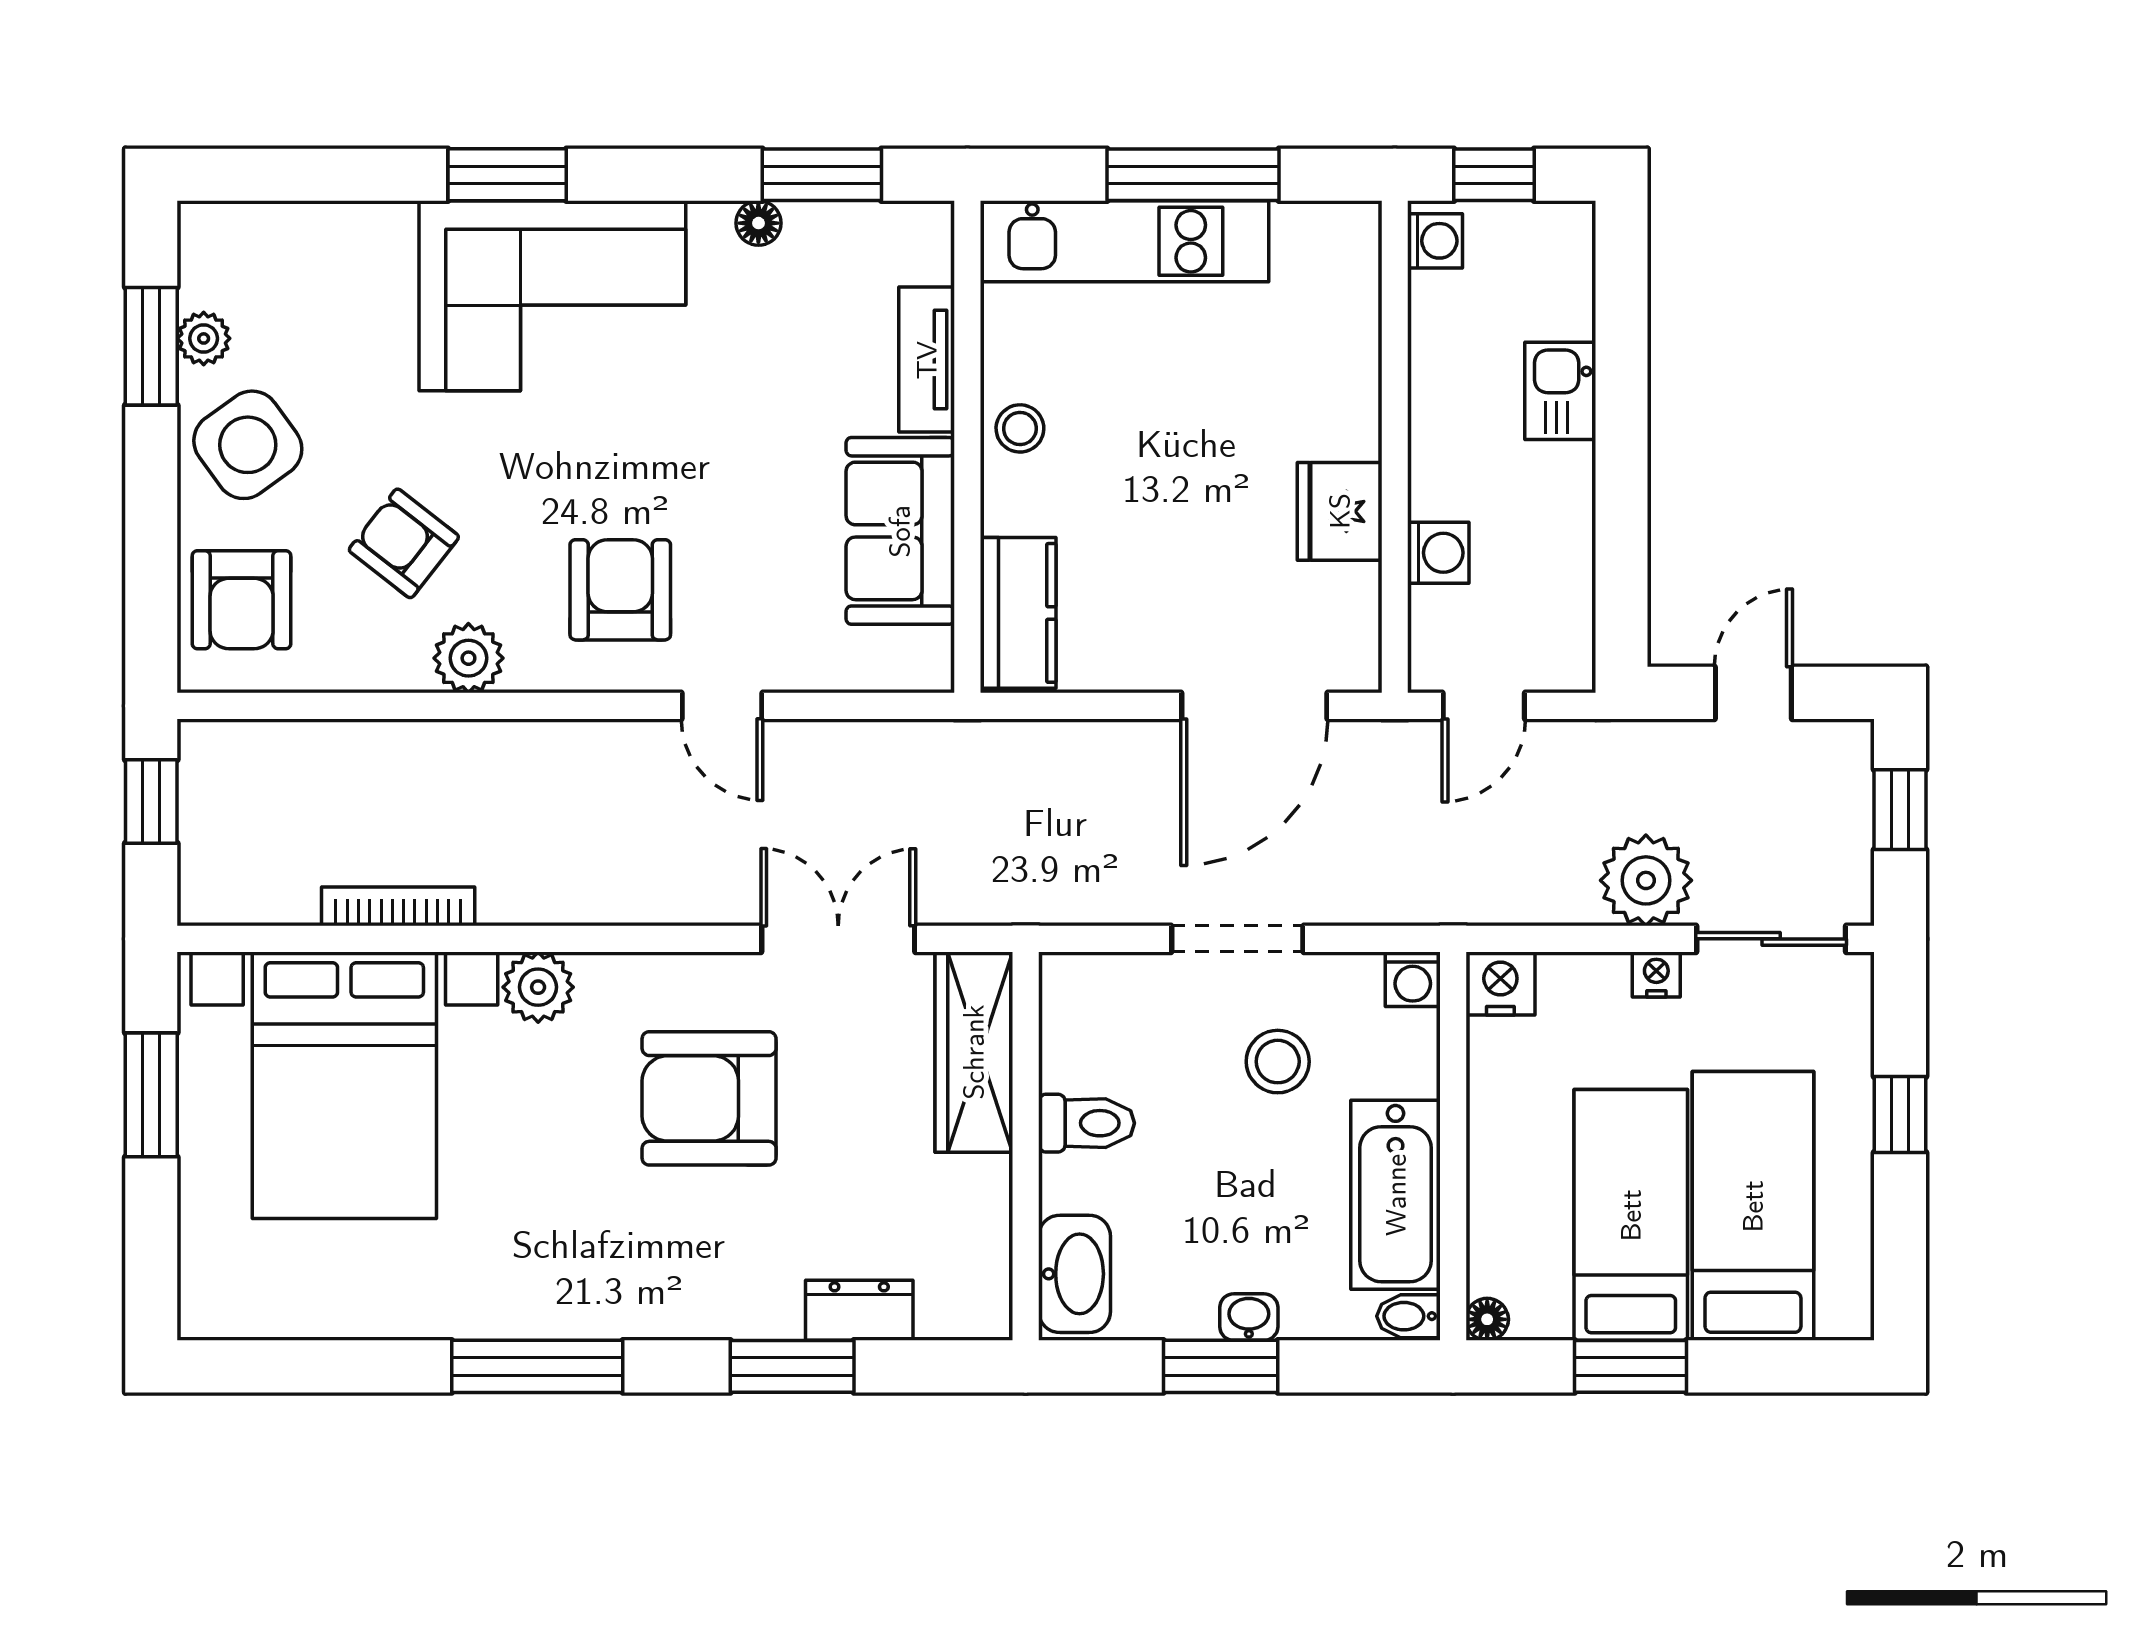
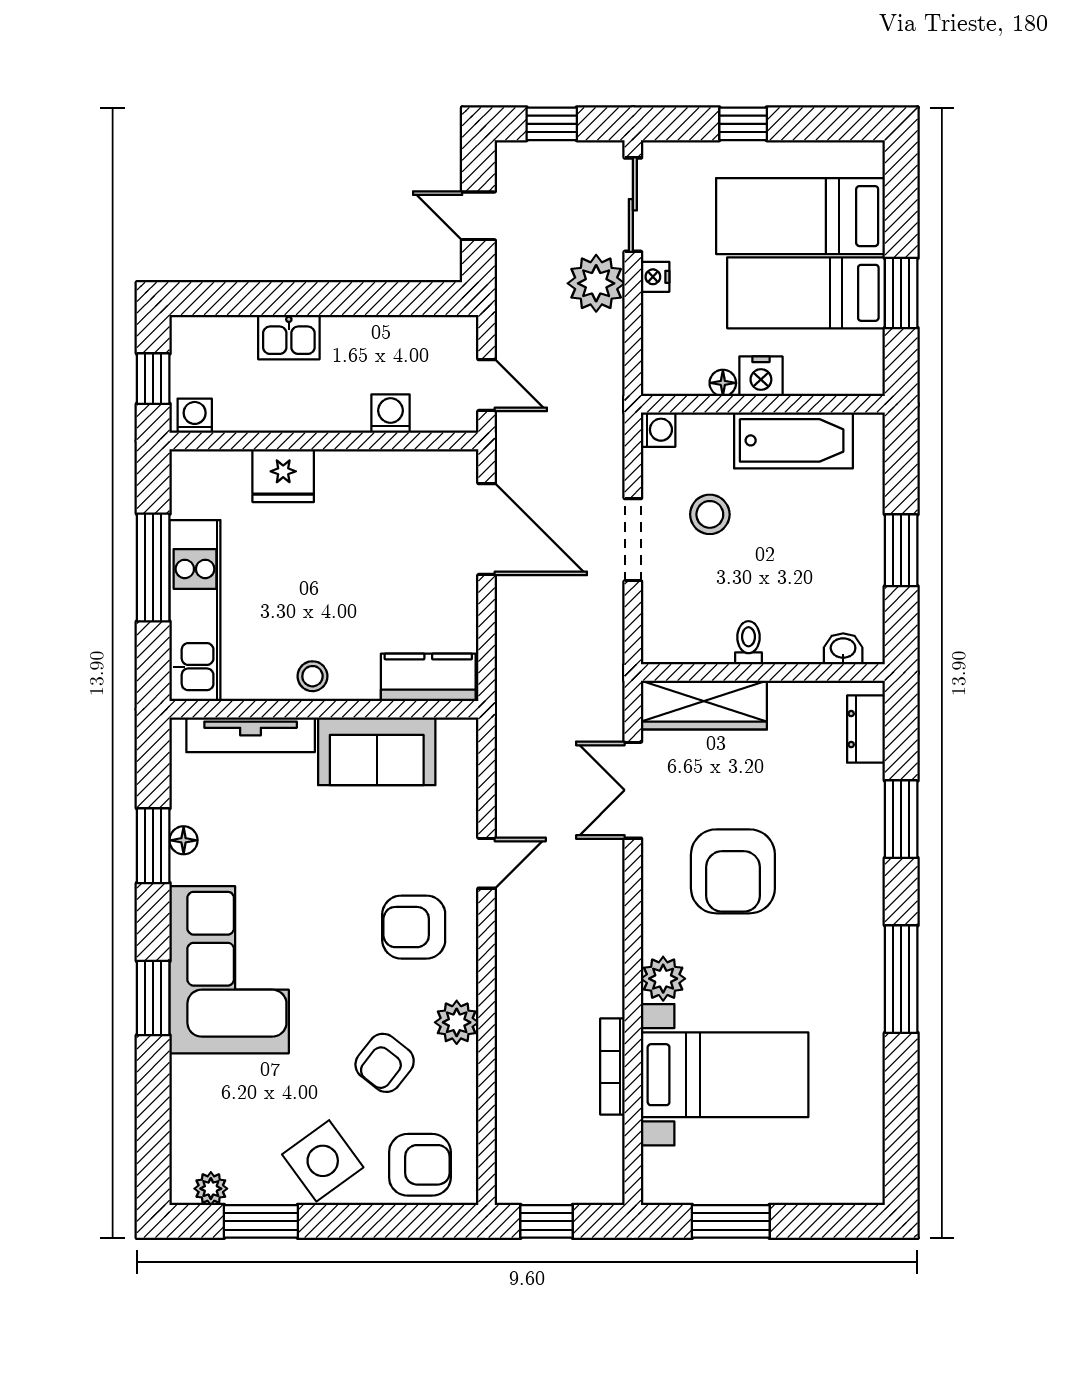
window: (822, 175) -> (153, 846), moved
plant: (204, 338) -> (211, 1189), moved
tv unit: (927, 360) -> (251, 735), width x1.41
fridge: (1340, 511) -> (283, 476), moved
nightstand: (1500, 984) -> (761, 376), moved, turned -90
bed with nightstands: (344, 1085) -> (725, 1075), width x0.73
toilet: (1086, 1123) -> (748, 643), width x0.73, depth x0.72
washbasin: (1075, 1274) -> (843, 649), width x0.52, depth x0.69
dresser: (859, 1310) -> (866, 729), moved
bidet: (1408, 1316) -> (870, 432), removed
washbasin: (1249, 1317) -> (870, 533), removed
floor lamp: (1487, 1319) -> (723, 383), moved

